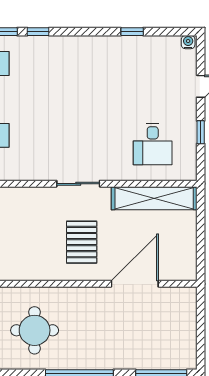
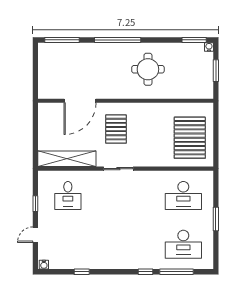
desk: (153, 144) -> (68, 196), turned 180

